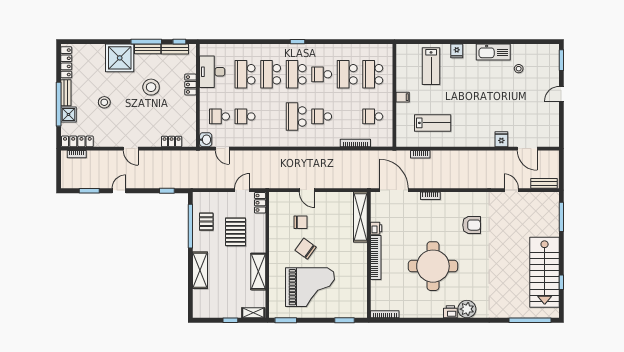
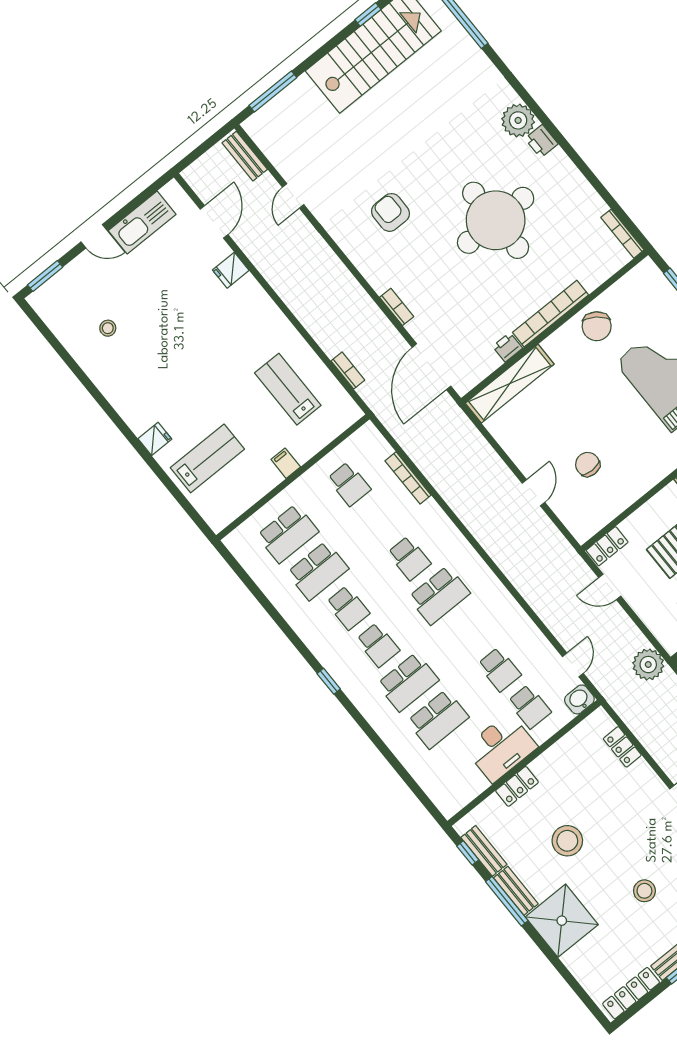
kitchen sink: (493, 52) -> (142, 222), moved, turned 90
desk: (212, 72) -> (501, 747), moved
school desk: (296, 74) -> (378, 645), width x0.54
plant: (197, 180) -> (648, 665), added
chair: (306, 249) -> (597, 326), moved

